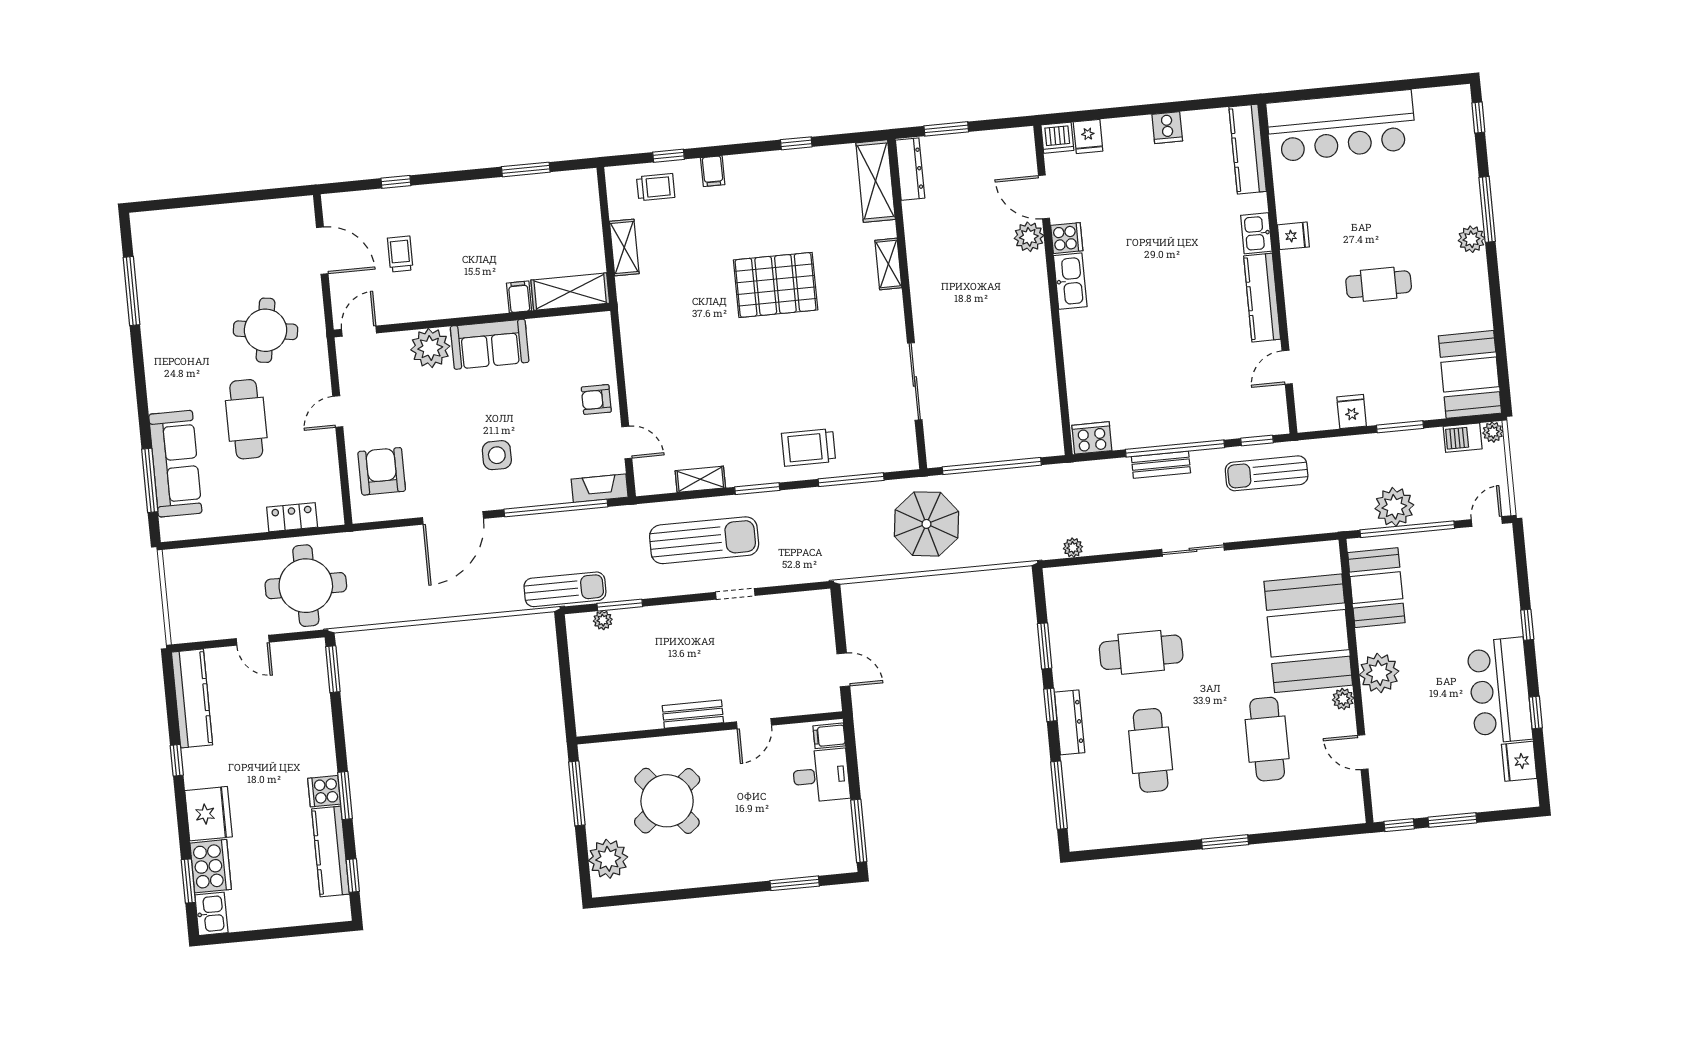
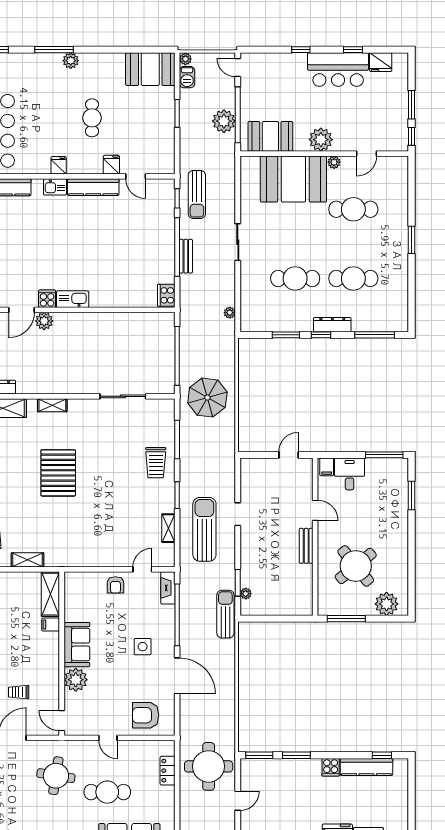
fridge: (1352, 412) -> (111, 165), moved, turned 90
cafe table: (1141, 652) -> (295, 278), turned 90
window: (345, 795) -> (296, 755), moved

